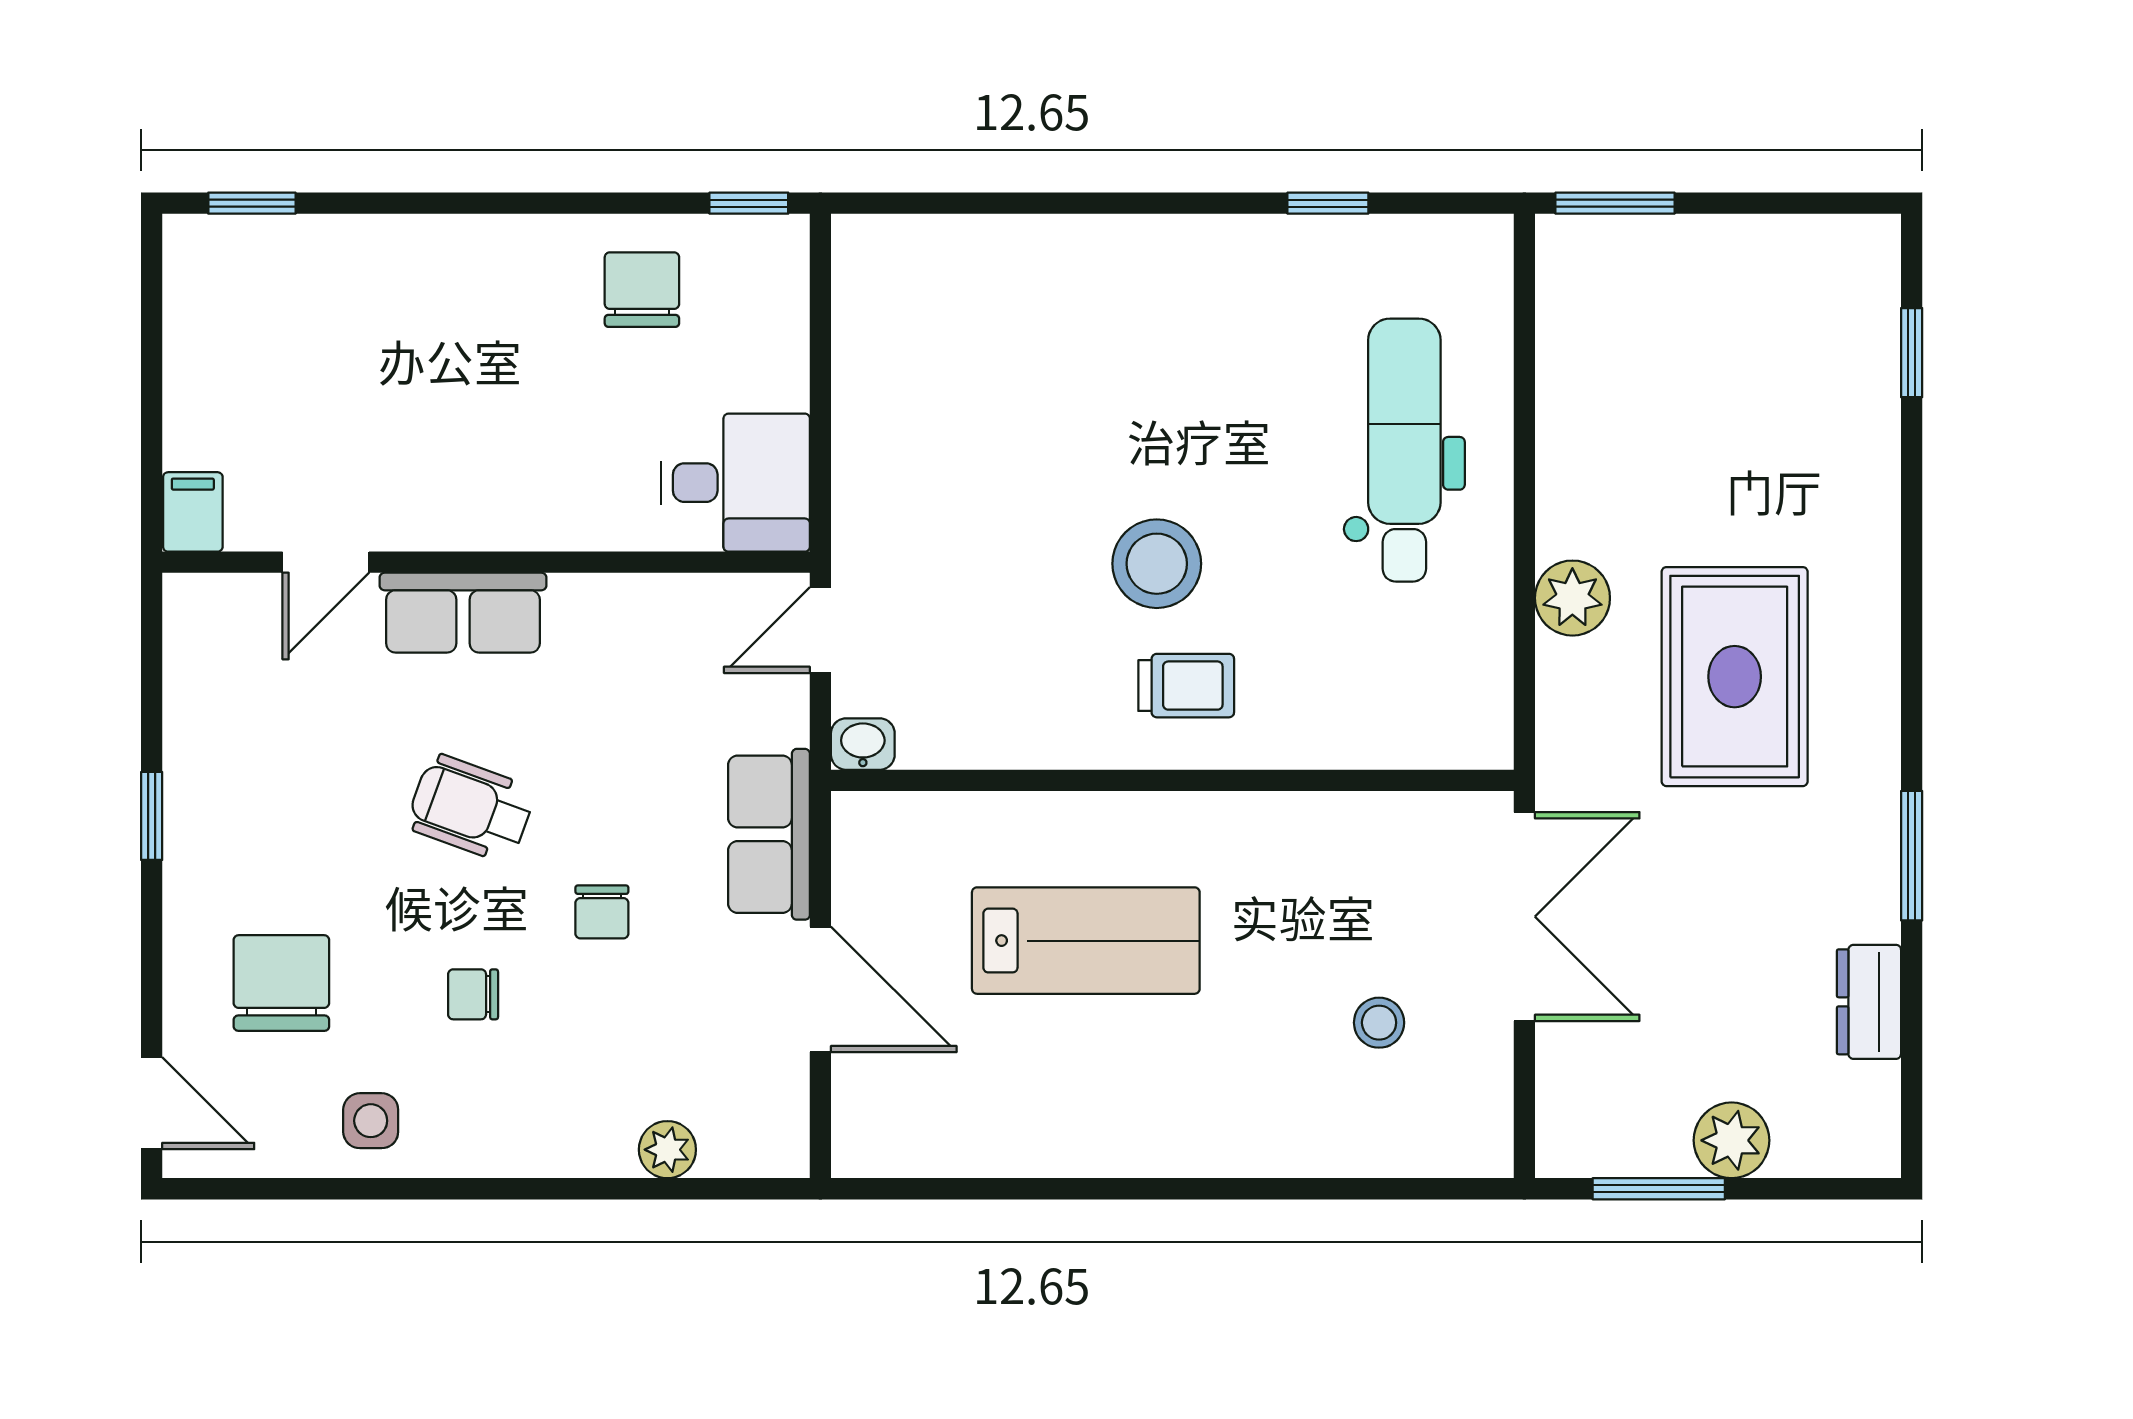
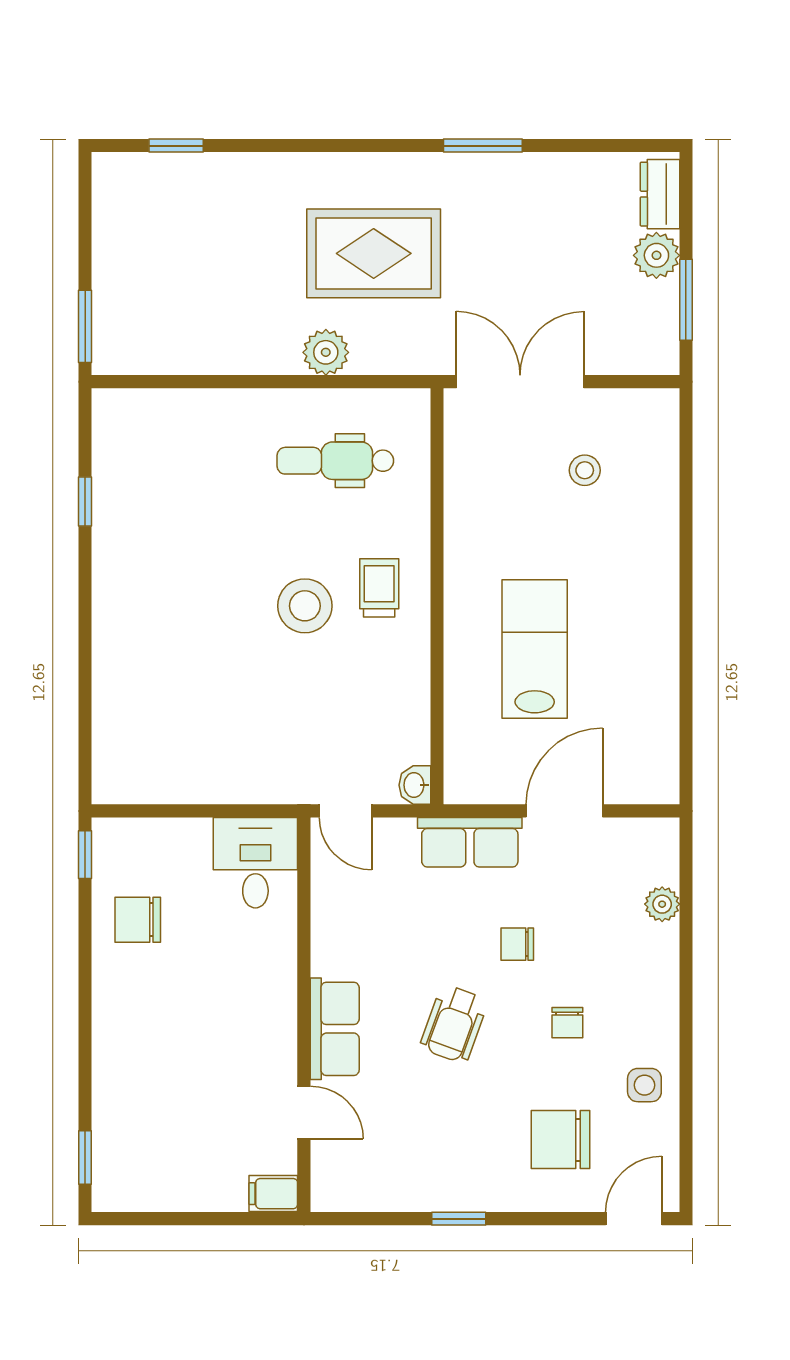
dental chair: (1404, 450) -> (335, 461), moved, width x0.73, depth x0.72
chair: (602, 912) -> (517, 944), turned 180
dresser: (1869, 1002) -> (660, 194), moved, turned 90

